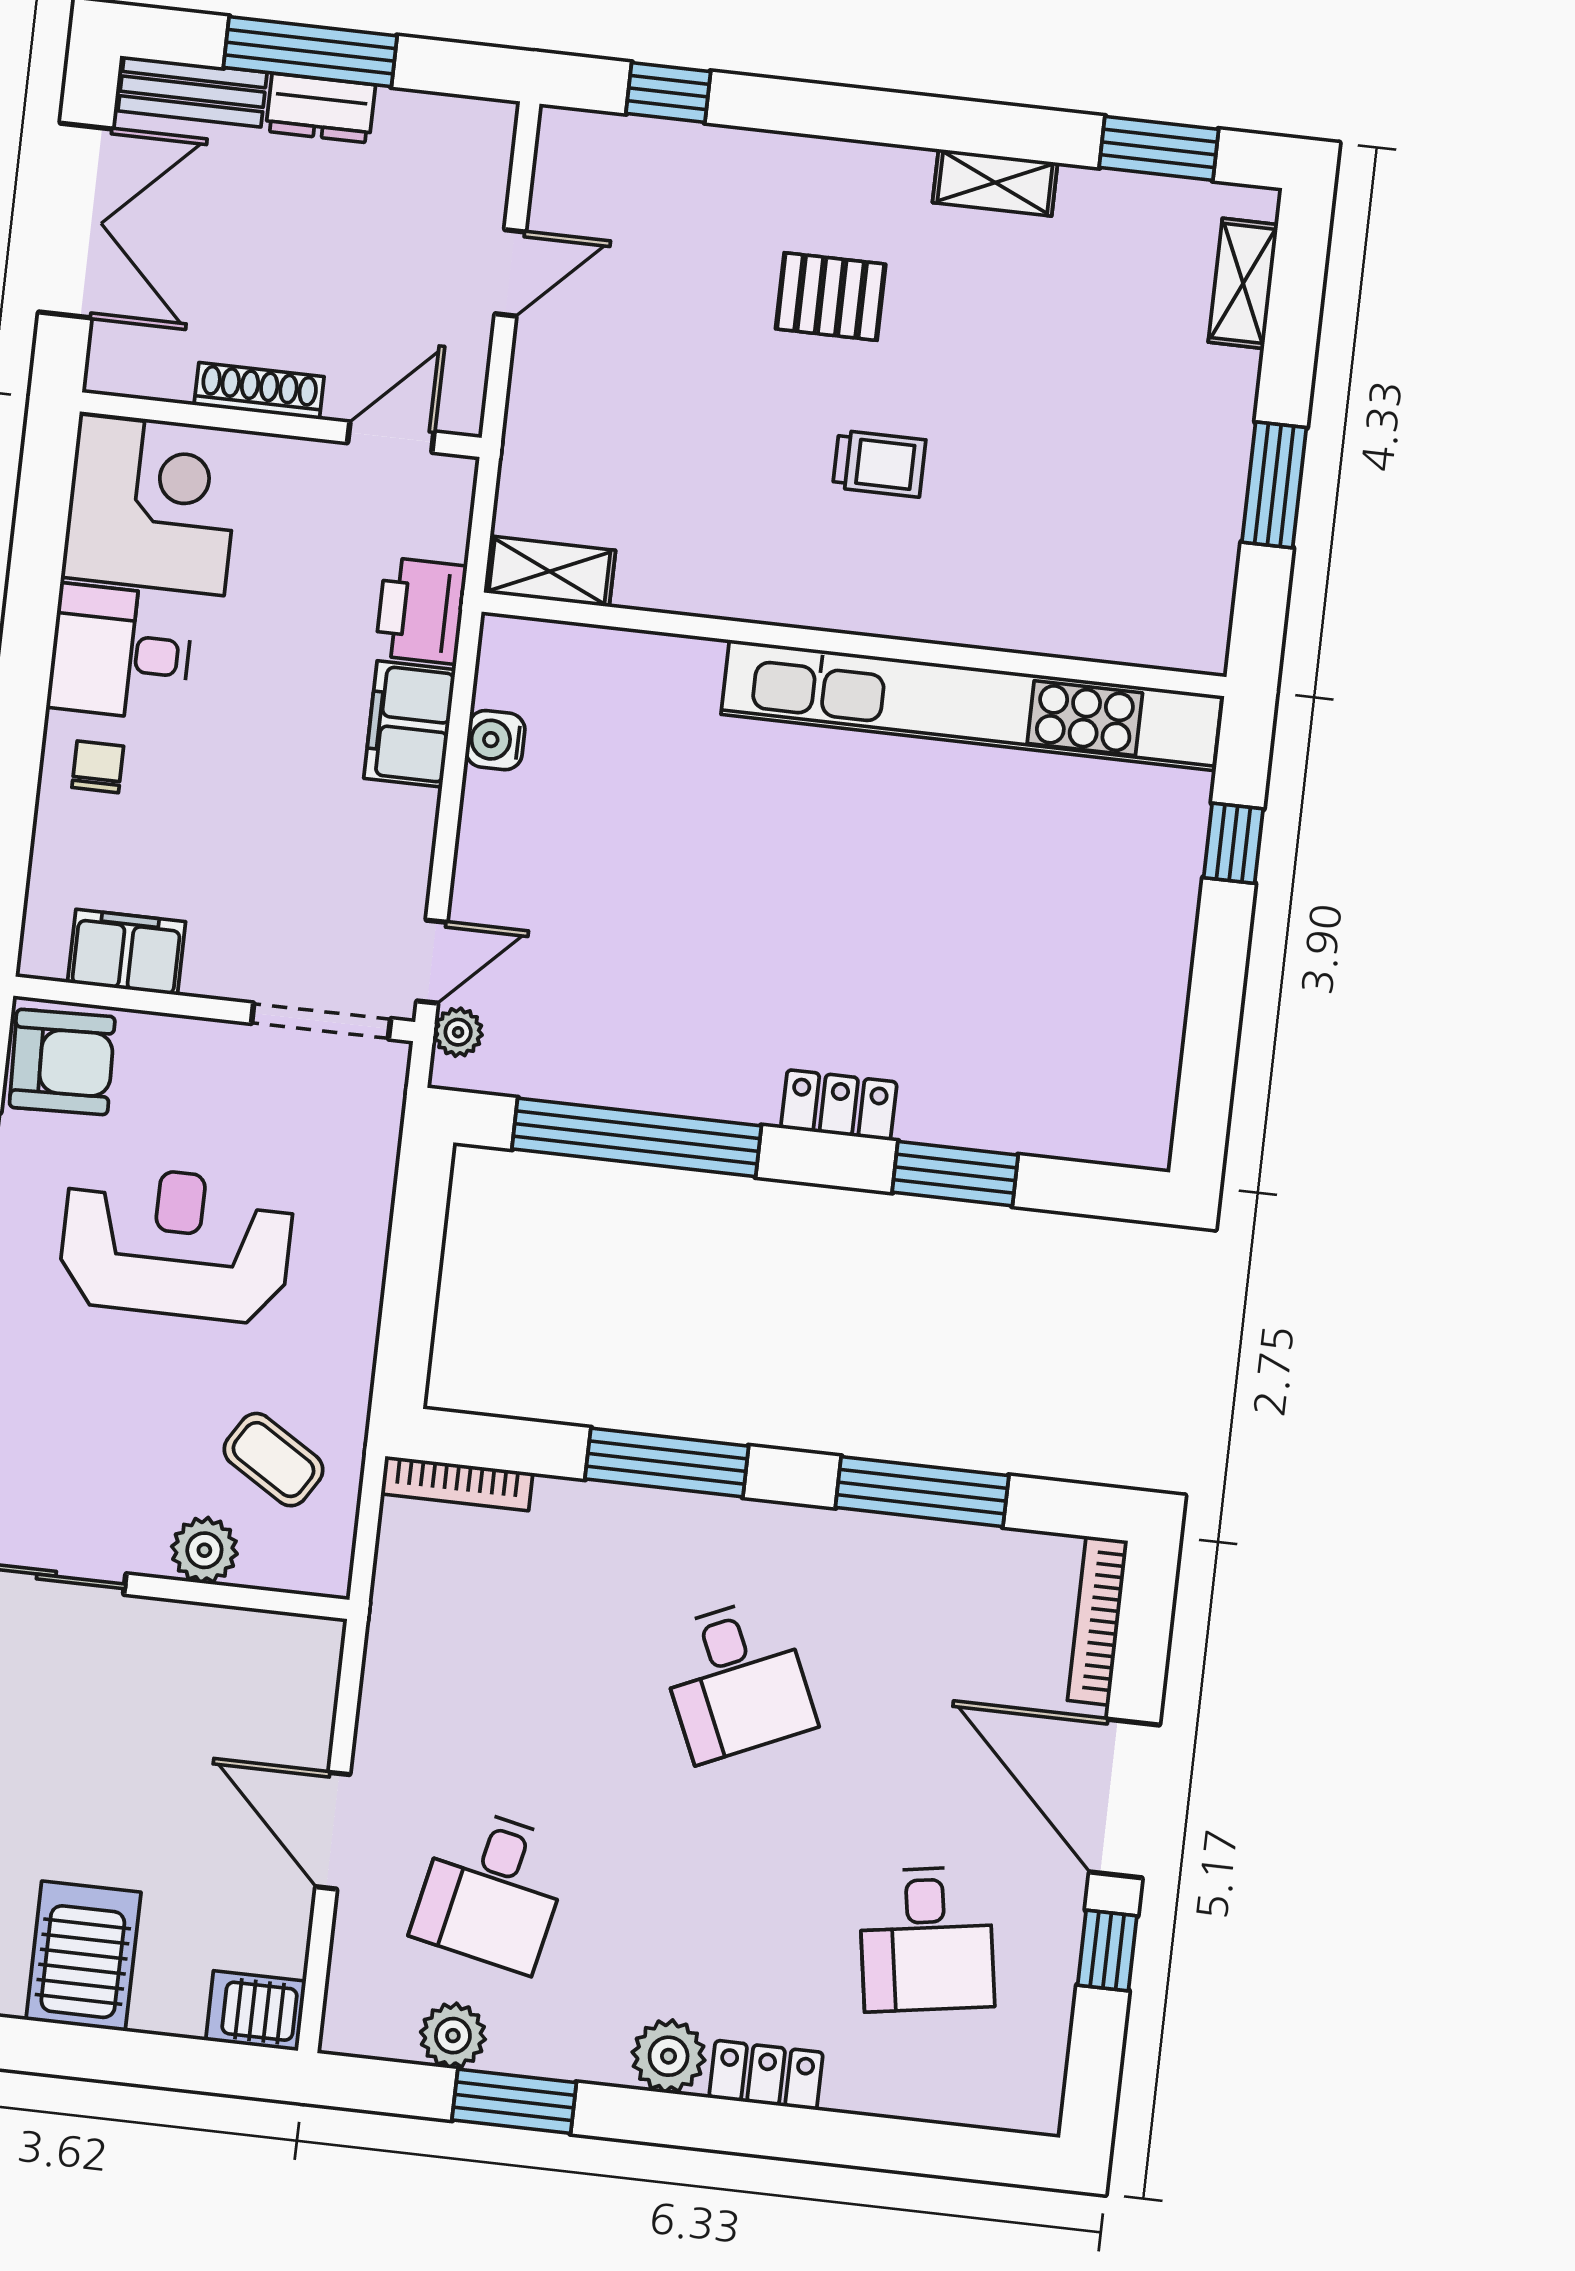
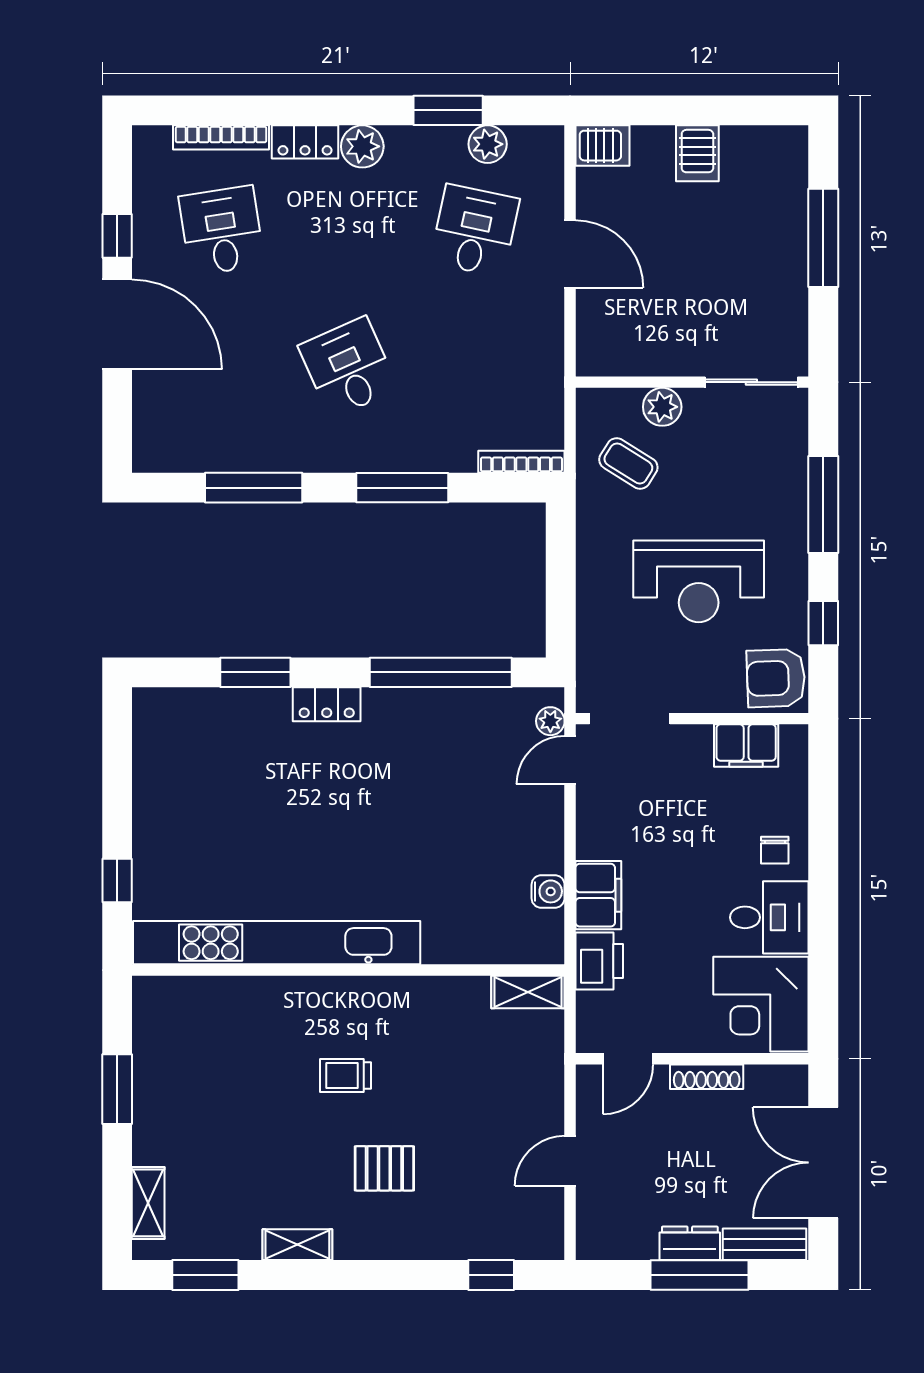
bookcase: (1098, 1621) -> (221, 137), moved, turned 90
server rack: (83, 1956) -> (697, 153), width x0.73, depth x0.70

